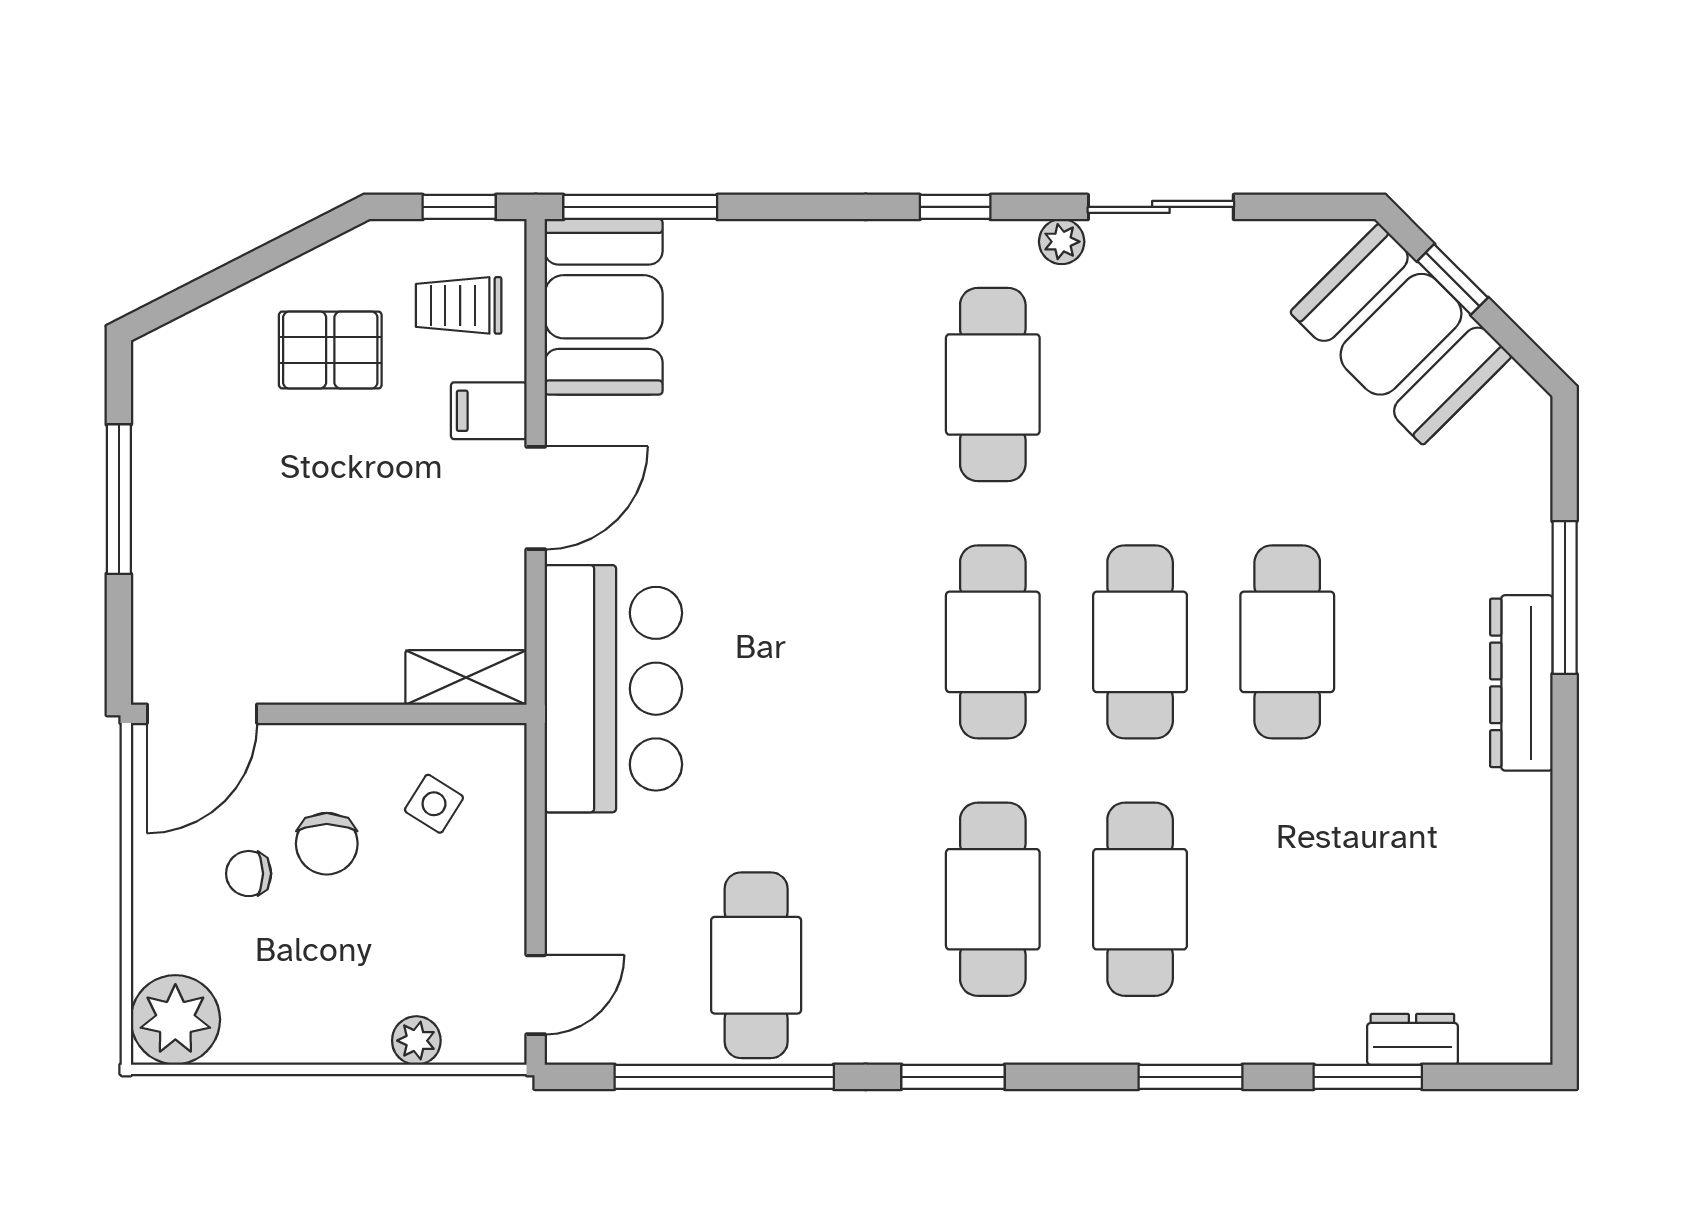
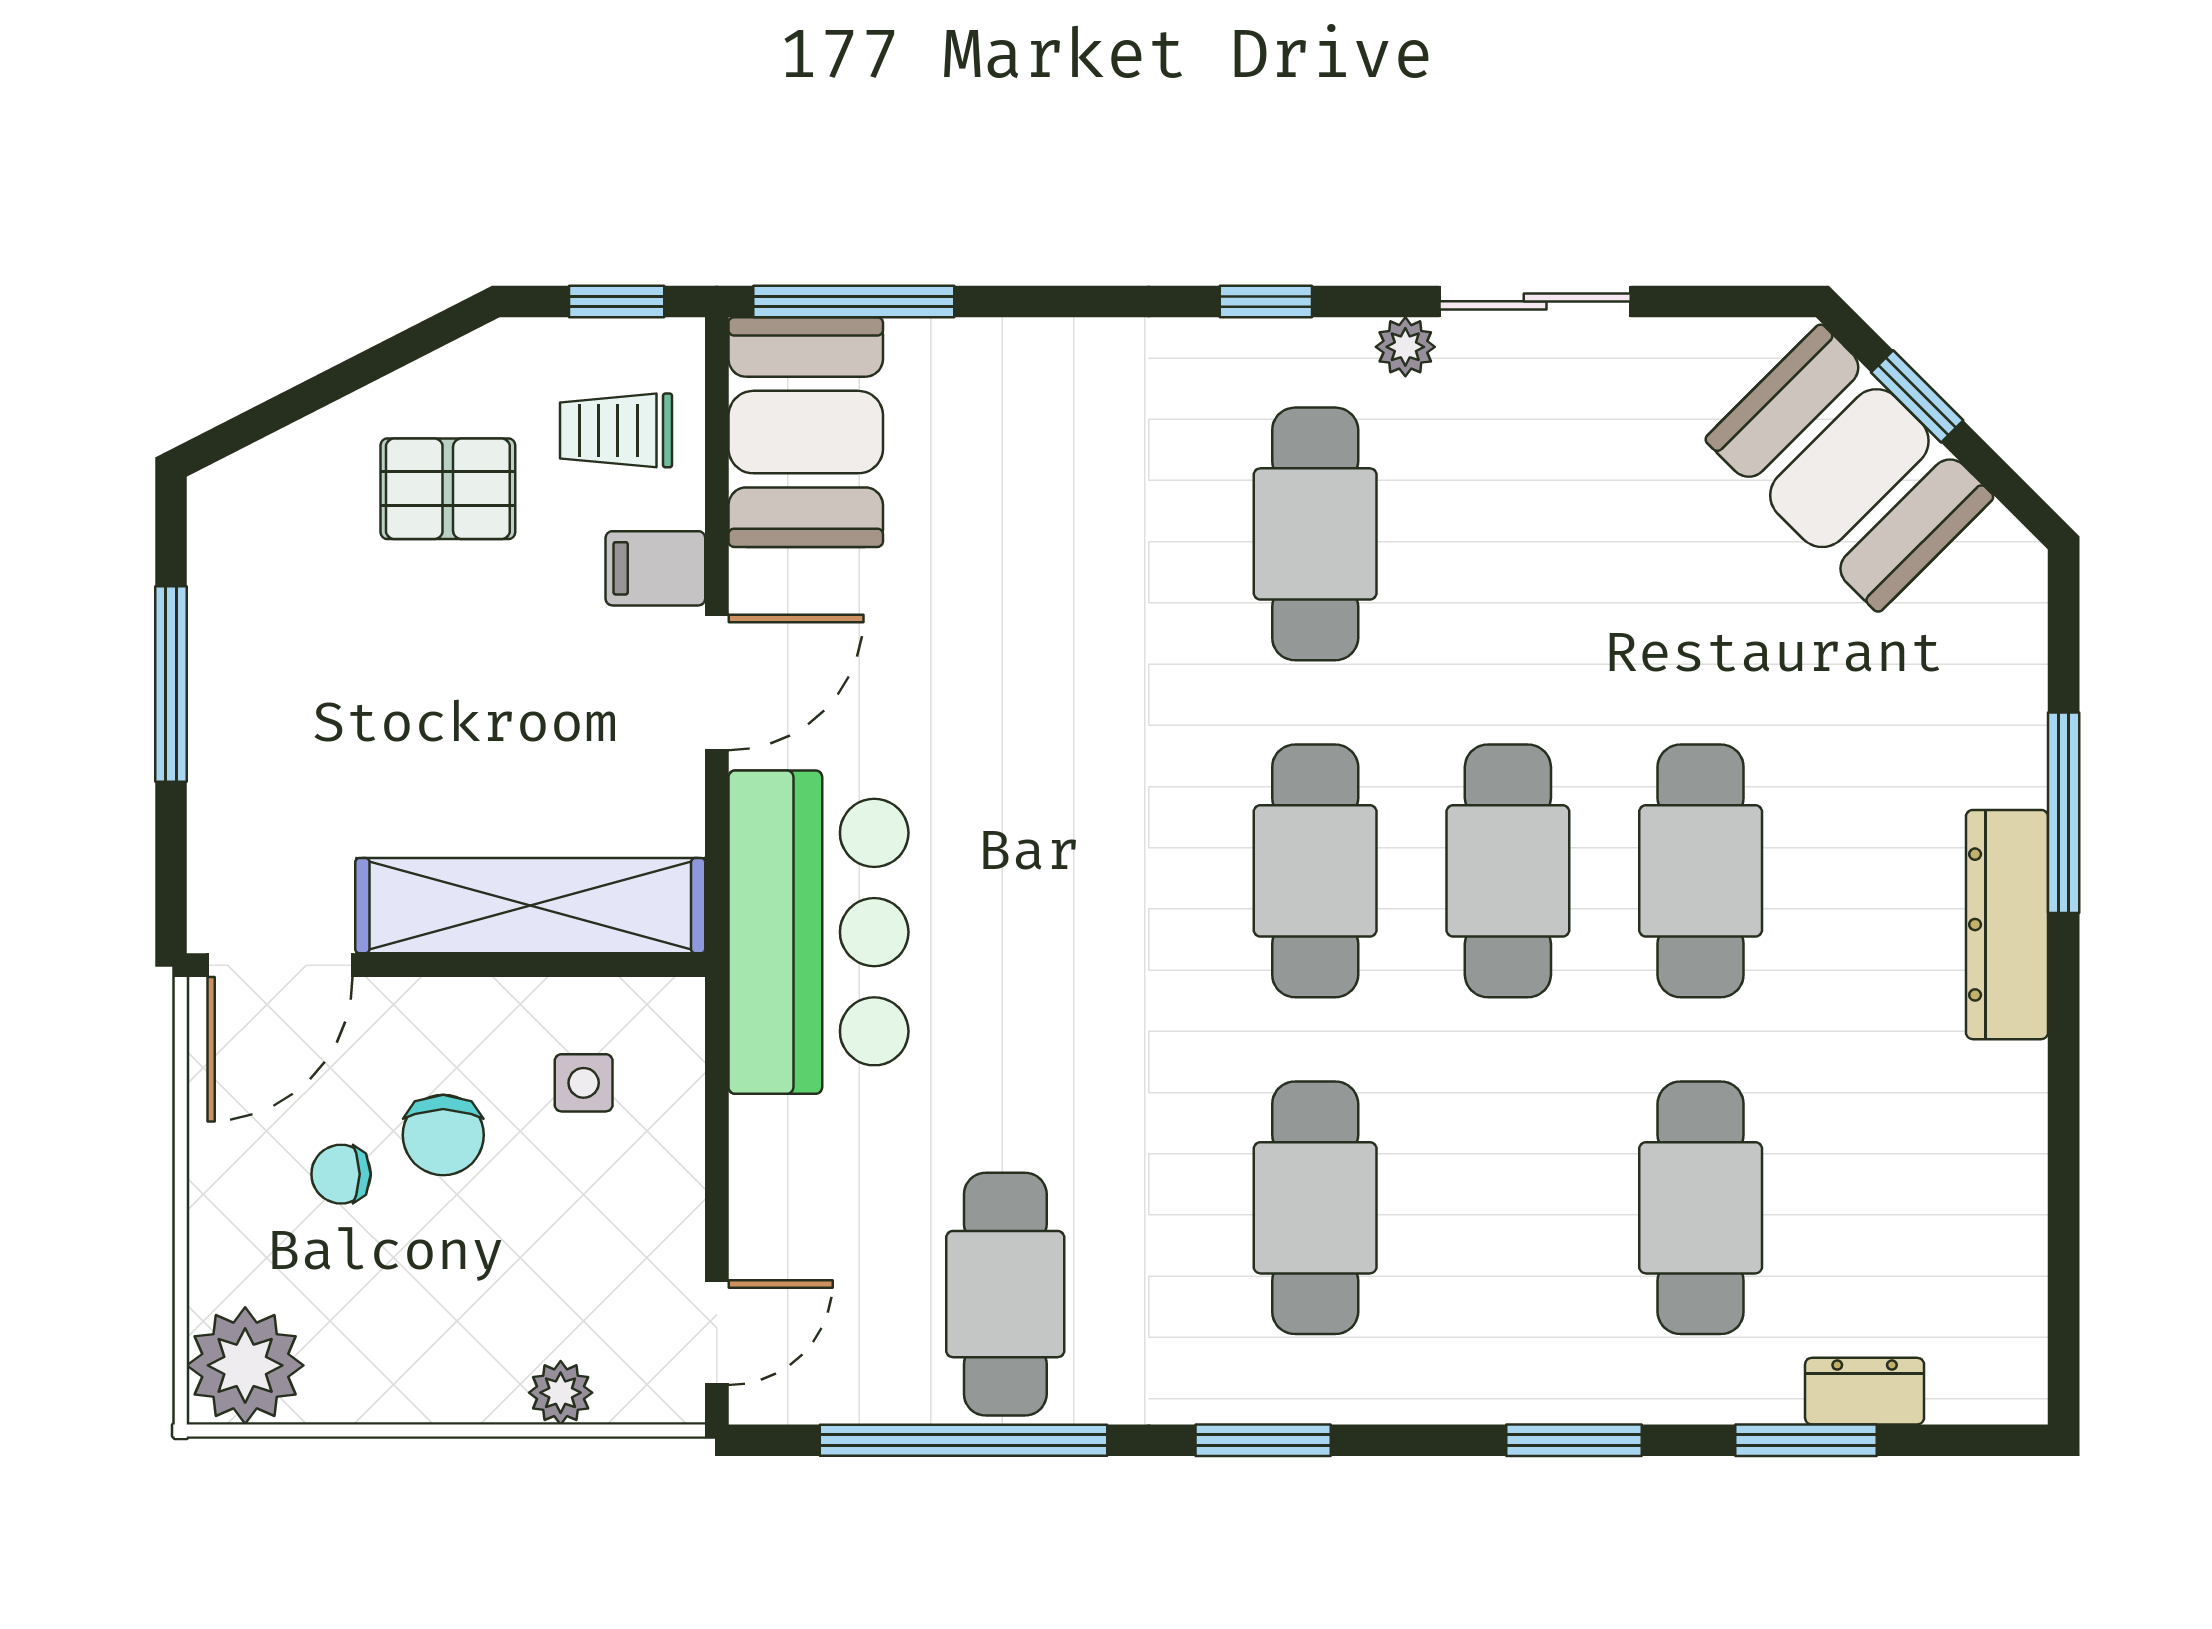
shelving: (466, 678) -> (530, 906), width x2.20, depth x1.33
side table: (434, 804) -> (584, 1083), turned -32
cafe table: (1140, 899) -> (1701, 1208), moved

